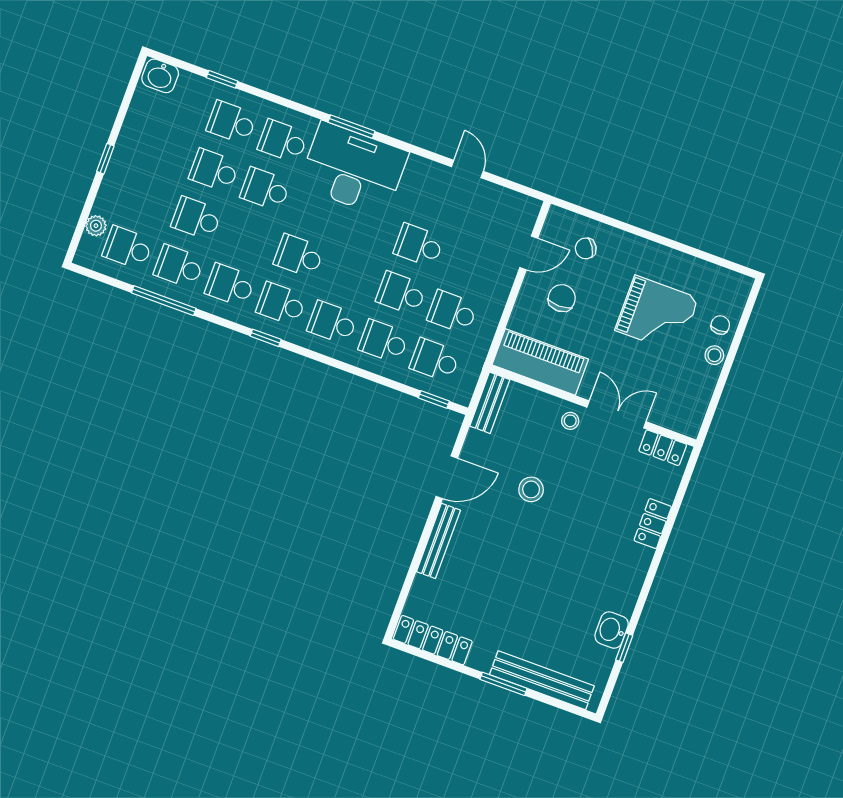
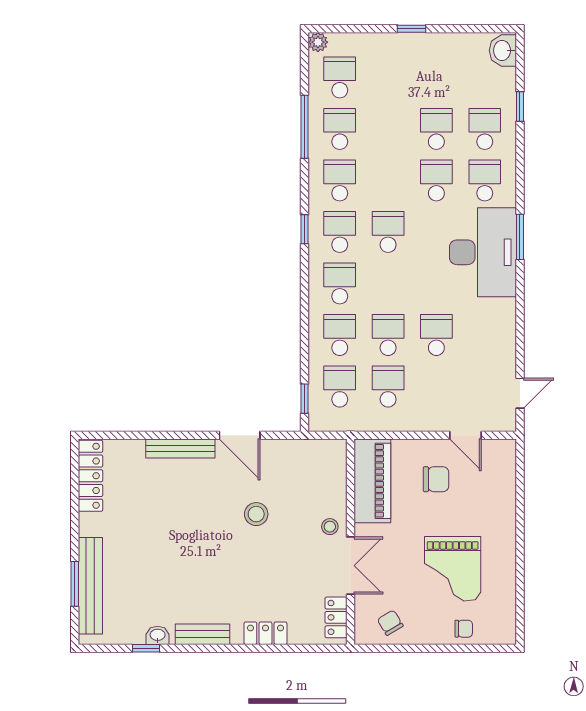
door: (467, 169) -> (520, 393), moved
school desk: (196, 218) -> (388, 129), removed
plant: (96, 226) -> (318, 42), moved
chair: (586, 248) -> (390, 623), moved
stool: (714, 355) -> (435, 633), removed
bench: (490, 403) -> (202, 634), moved
washbasin: (612, 630) -> (158, 635), width x0.72, depth x0.69
window: (503, 684) -> (75, 584), moved

